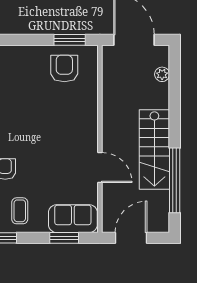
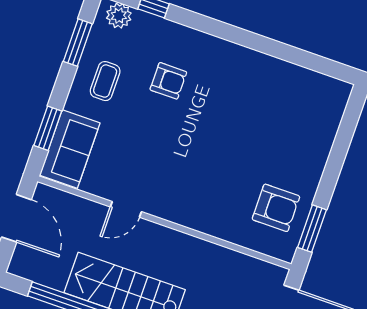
door: (100, 168) -> (126, 209), width x0.73
coffee table: (20, 211) -> (105, 81), turned 90

